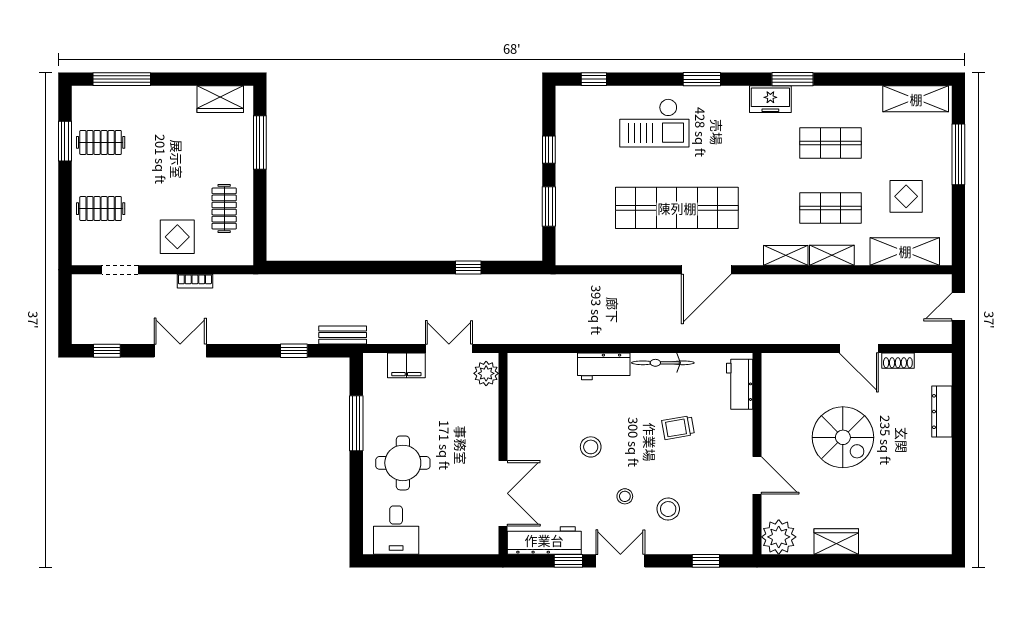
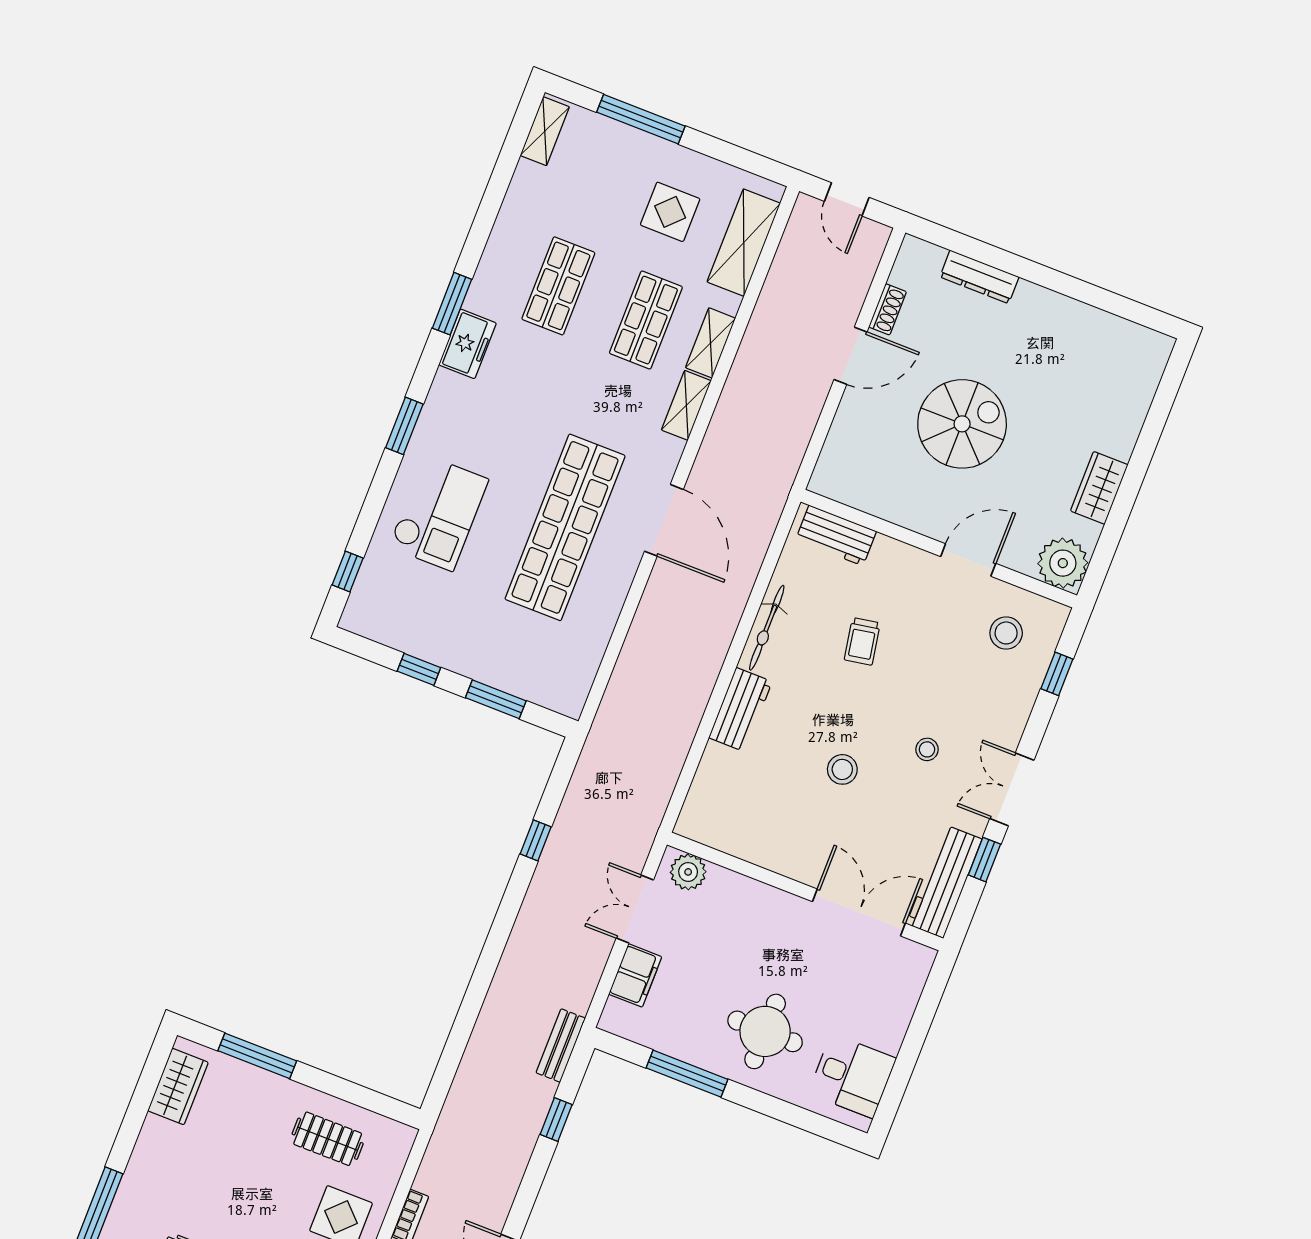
shelving: (916, 99) -> (545, 131), width x0.67, depth x0.75
stool: (668, 509) -> (1006, 633), moved

